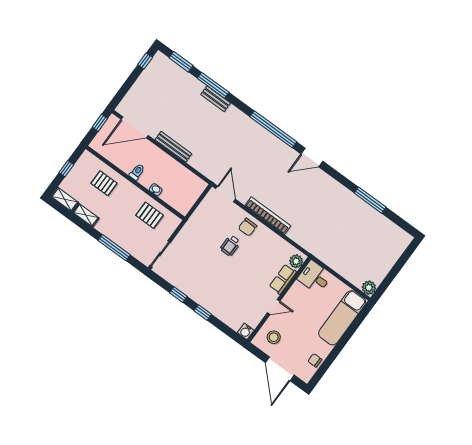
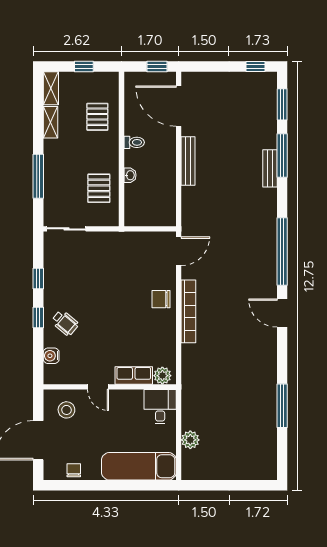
wheelchair: (230, 246) -> (65, 323), moved, turned -140
plant: (369, 288) -> (190, 440), moved
water cooler: (246, 331) -> (51, 356), moved

